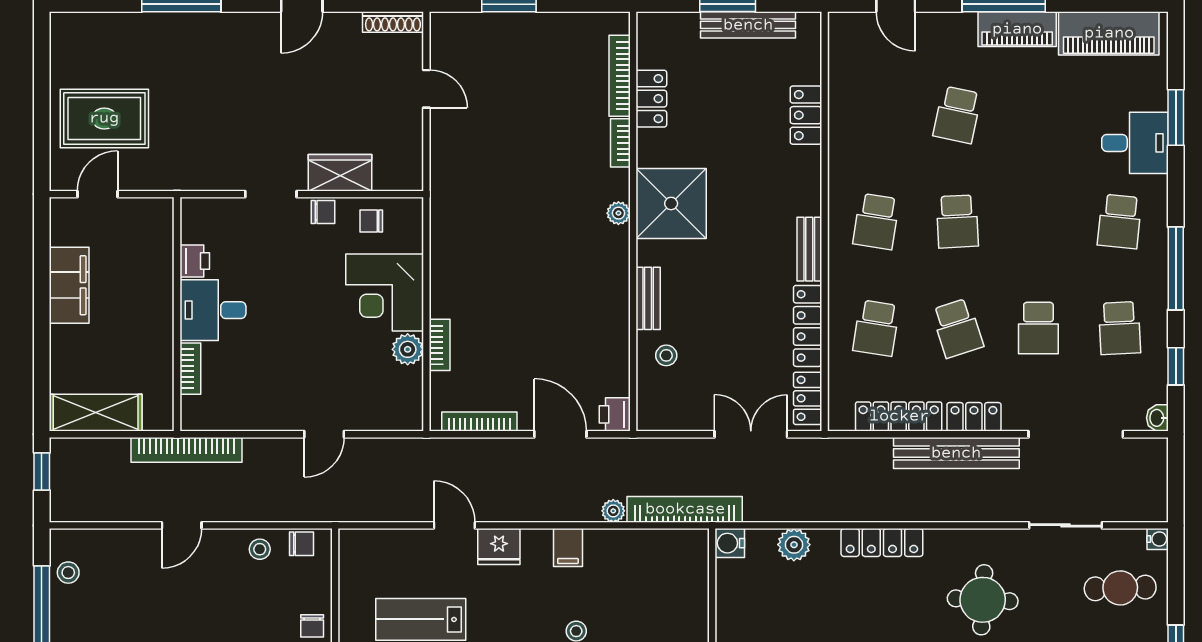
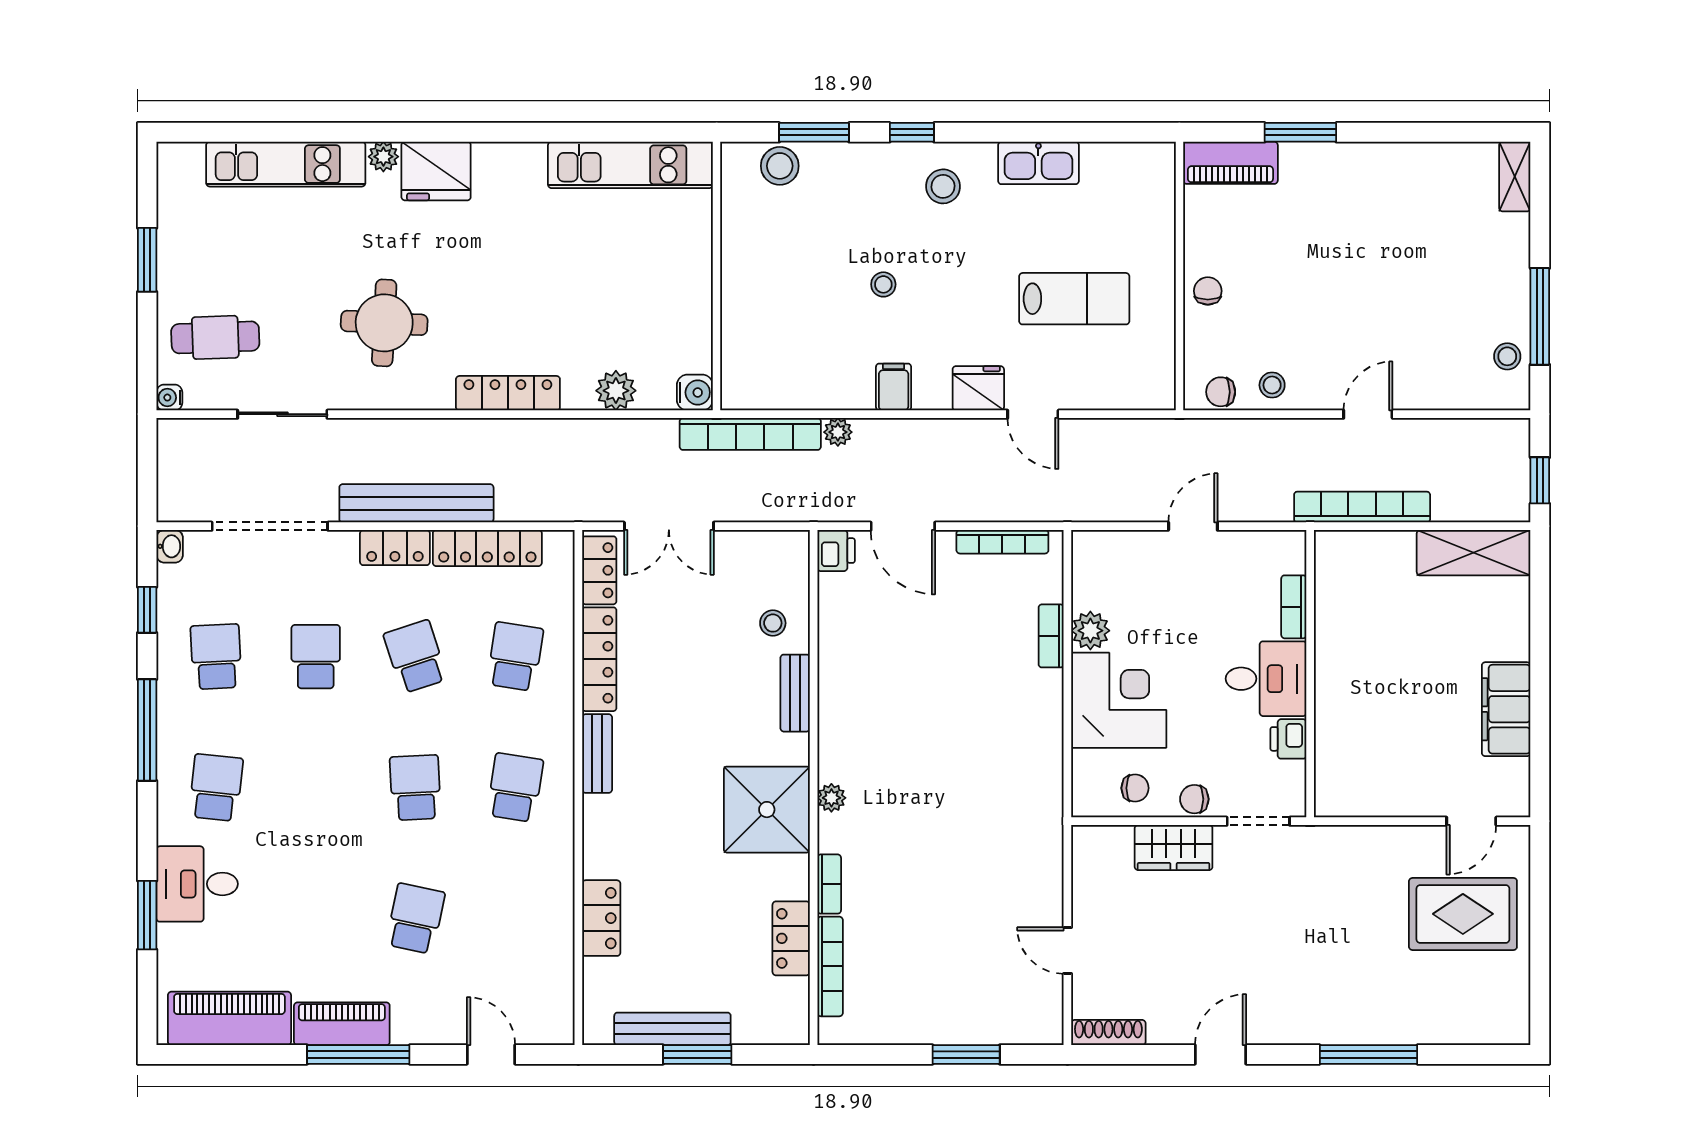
printer: (195, 261) -> (1288, 739), moved
desk: (213, 310) -> (1266, 679), moved
wall: (177, 314) -> (1310, 674), moved
bookcase: (190, 369) -> (1294, 607), moved

